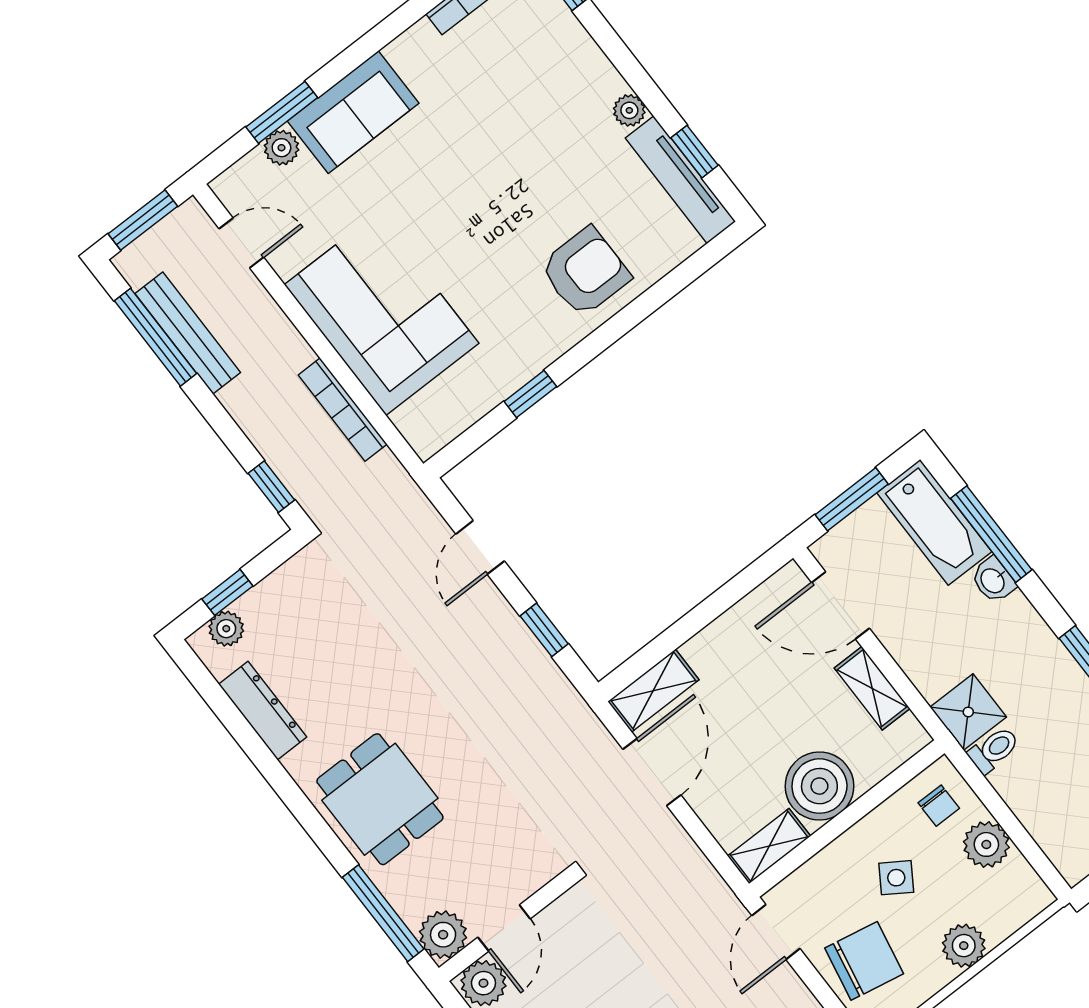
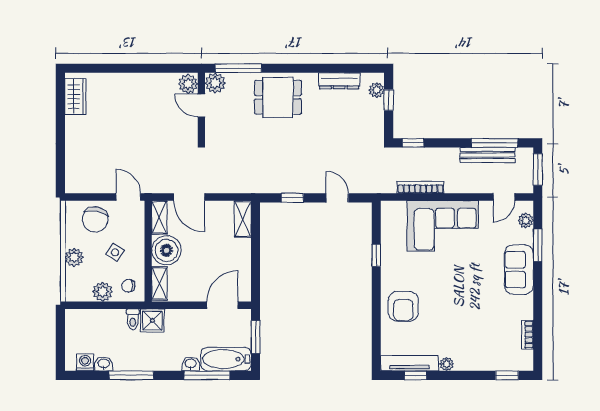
plant: (281, 148) -> (526, 220), moved
shelving: (872, 688) -> (159, 283), moved, turned 90
door: (652, 772) -> (189, 197), moved

